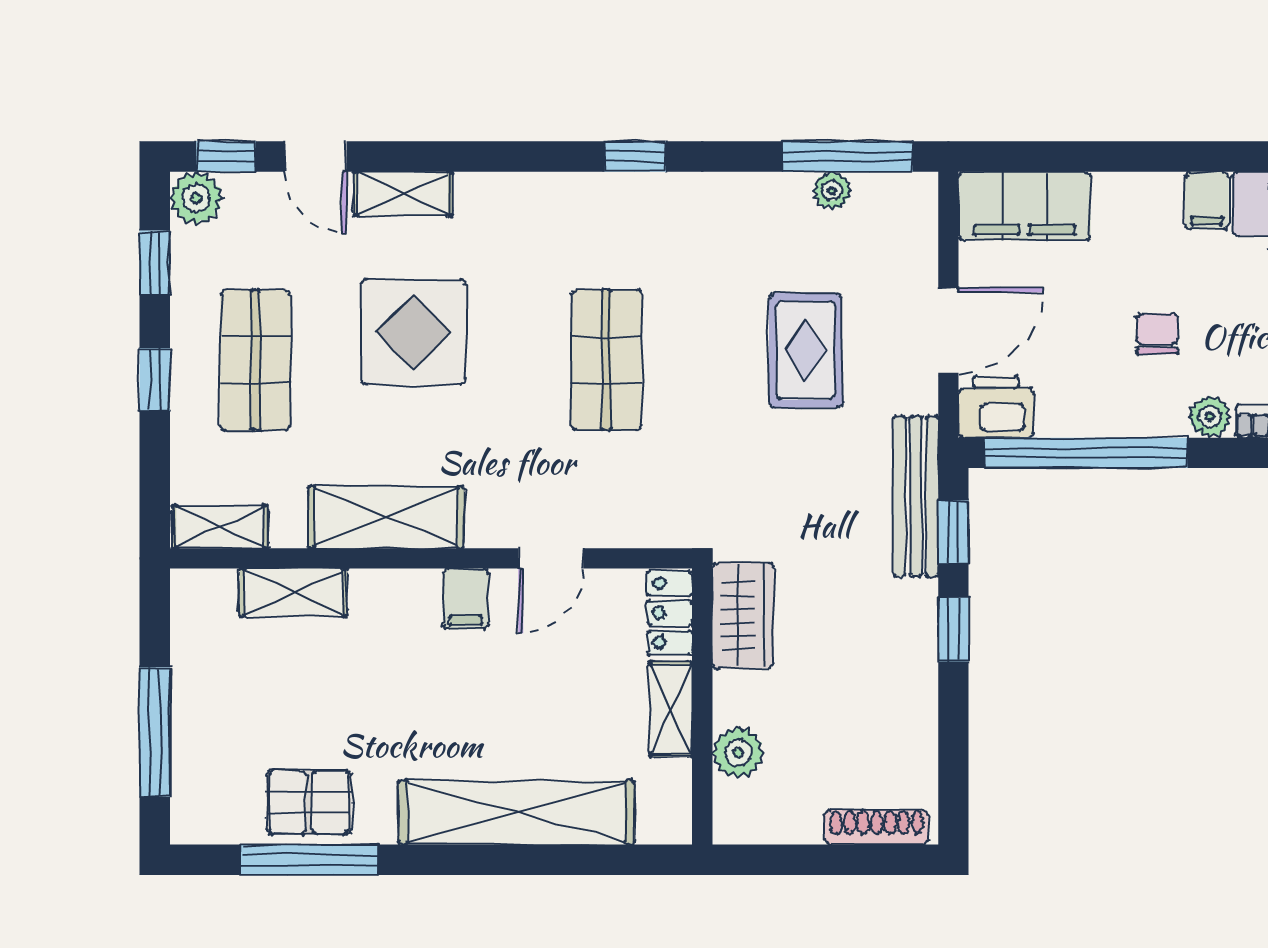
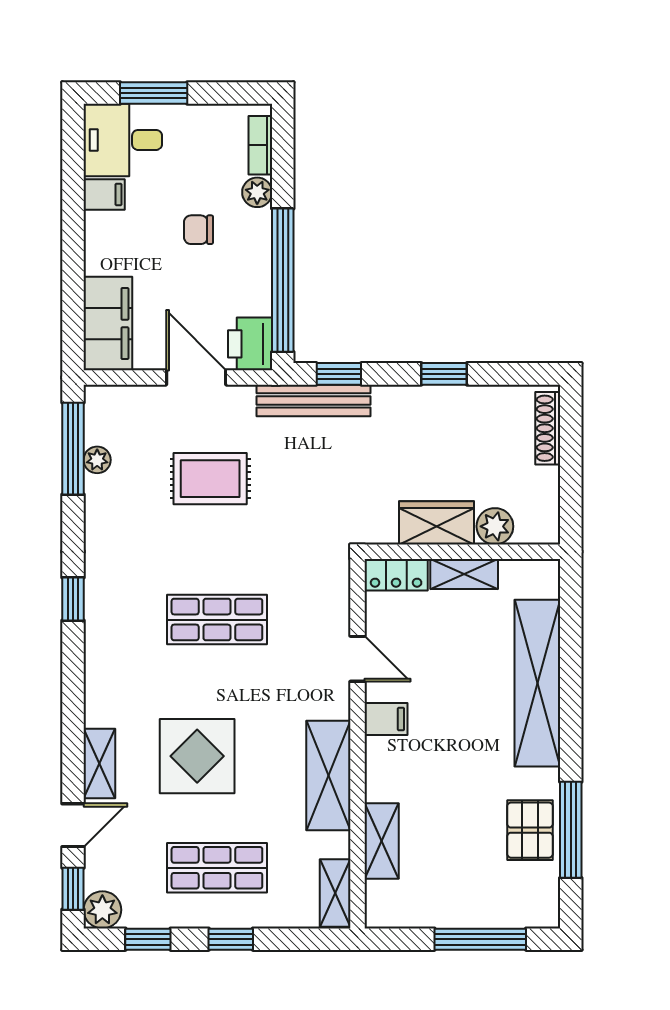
wardrobe: (743, 616) -> (436, 523), moved
window: (953, 630) -> (444, 374), moved

